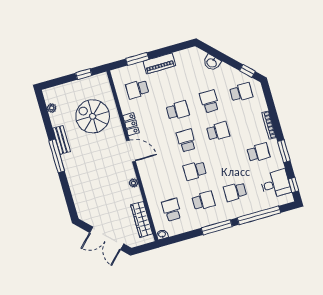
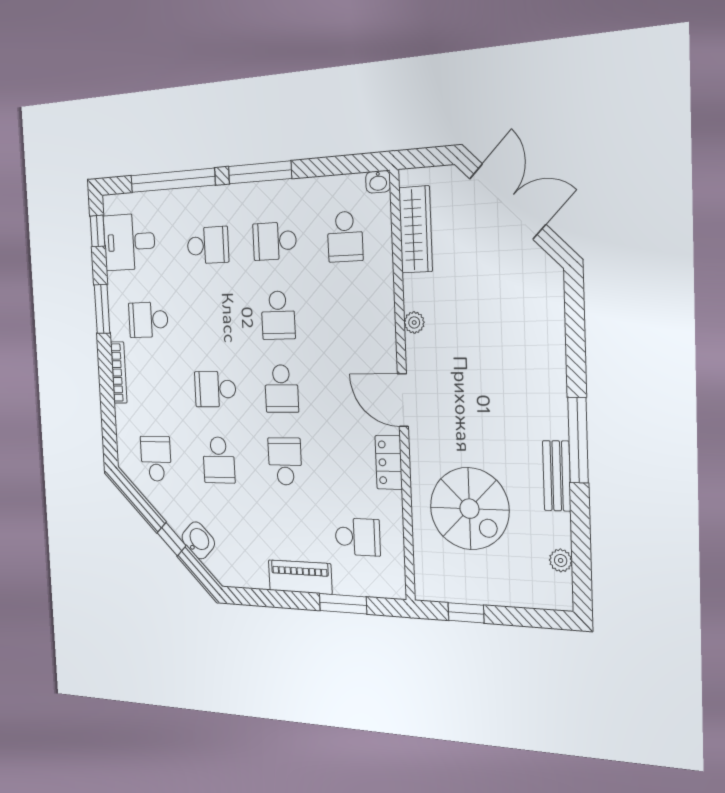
window: (247, 71) -> (172, 539), moved
school desk: (241, 92) -> (156, 459), turned 90
school desk: (178, 110) -> (285, 461), turned 90
school desk: (195, 171) -> (278, 315), turned 90

